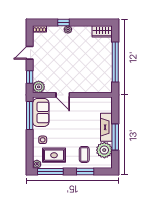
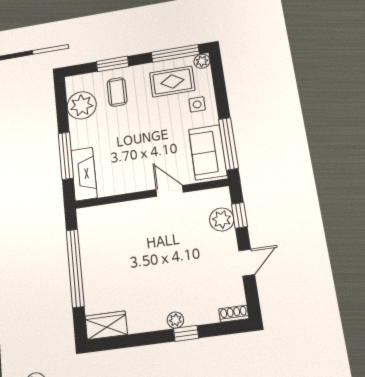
plant: (39, 87) -> (222, 219), moved
fireplace: (106, 127) -> (84, 174), moved
window: (115, 137) -> (66, 156), moved

